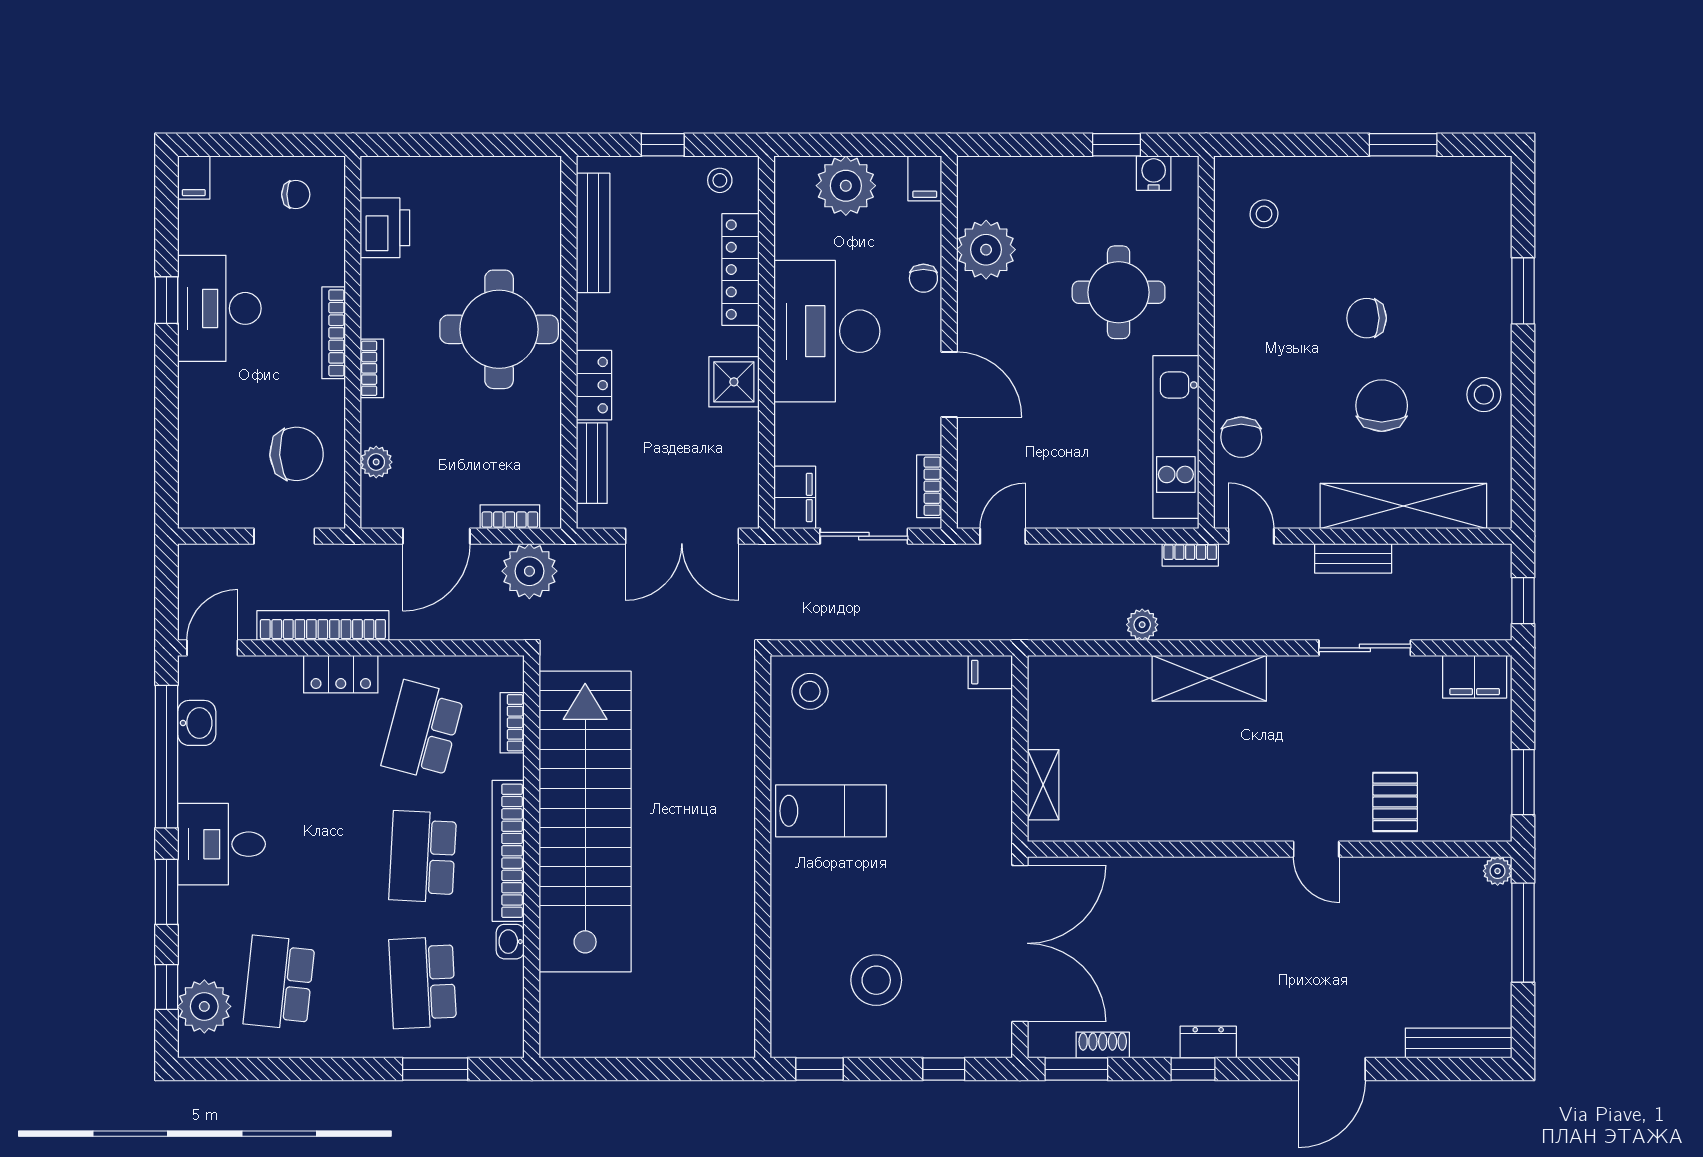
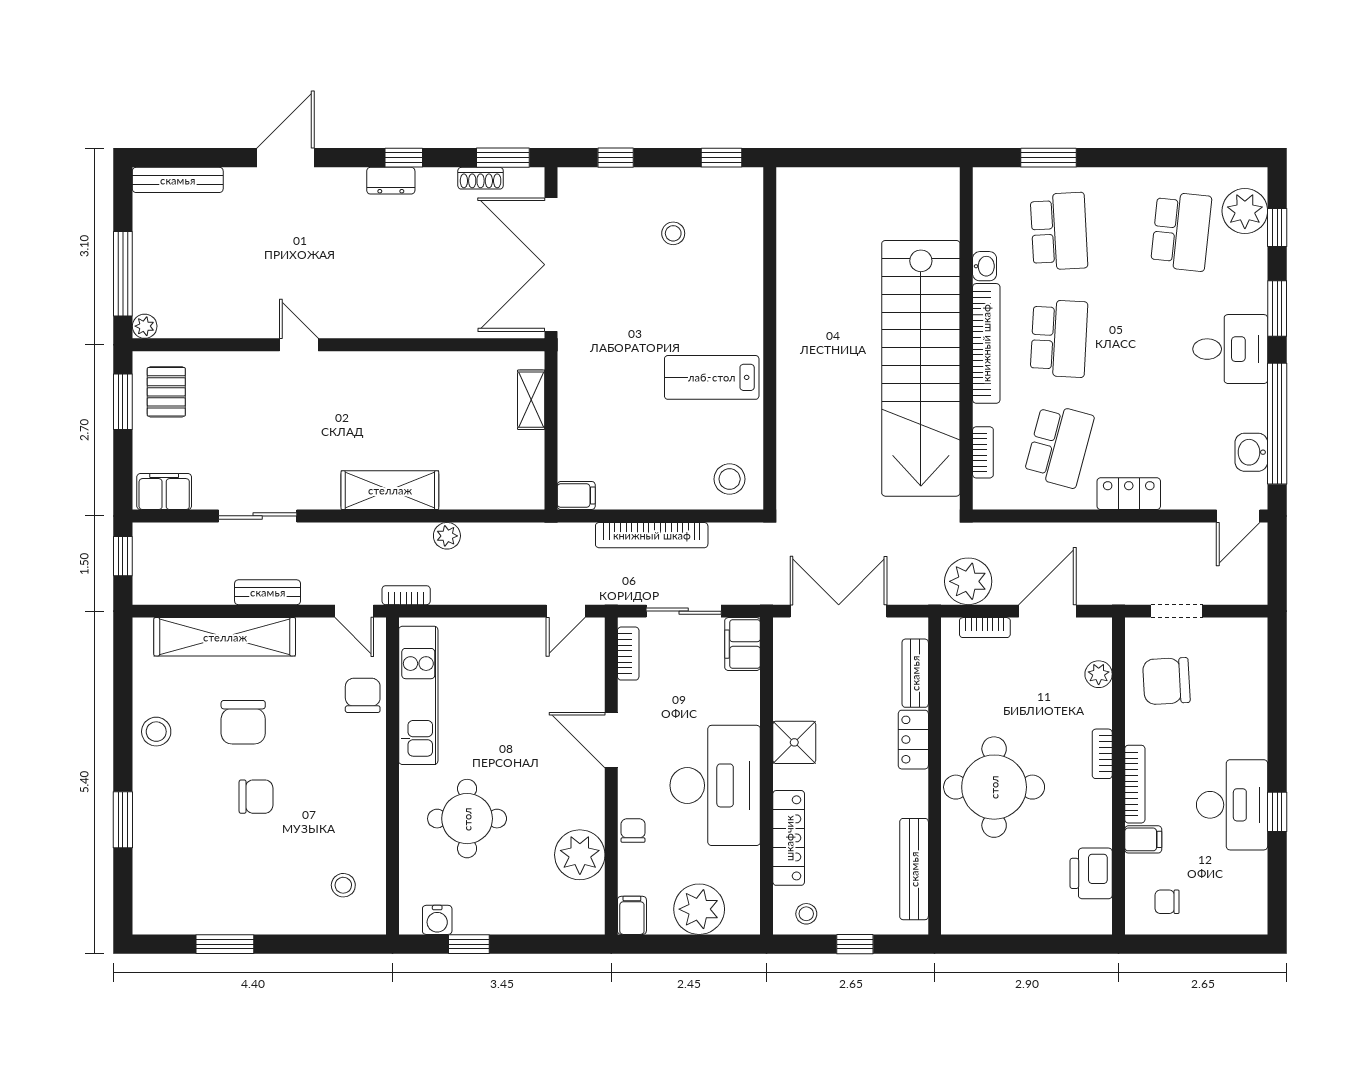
filing cabinet: (194, 178) -> (1143, 839), moved, turned 90
bookcase: (323, 625) -> (652, 535), moved
pallet: (1395, 802) -> (166, 392), moved
stool: (876, 980) -> (673, 233), width x0.53, depth x0.53

